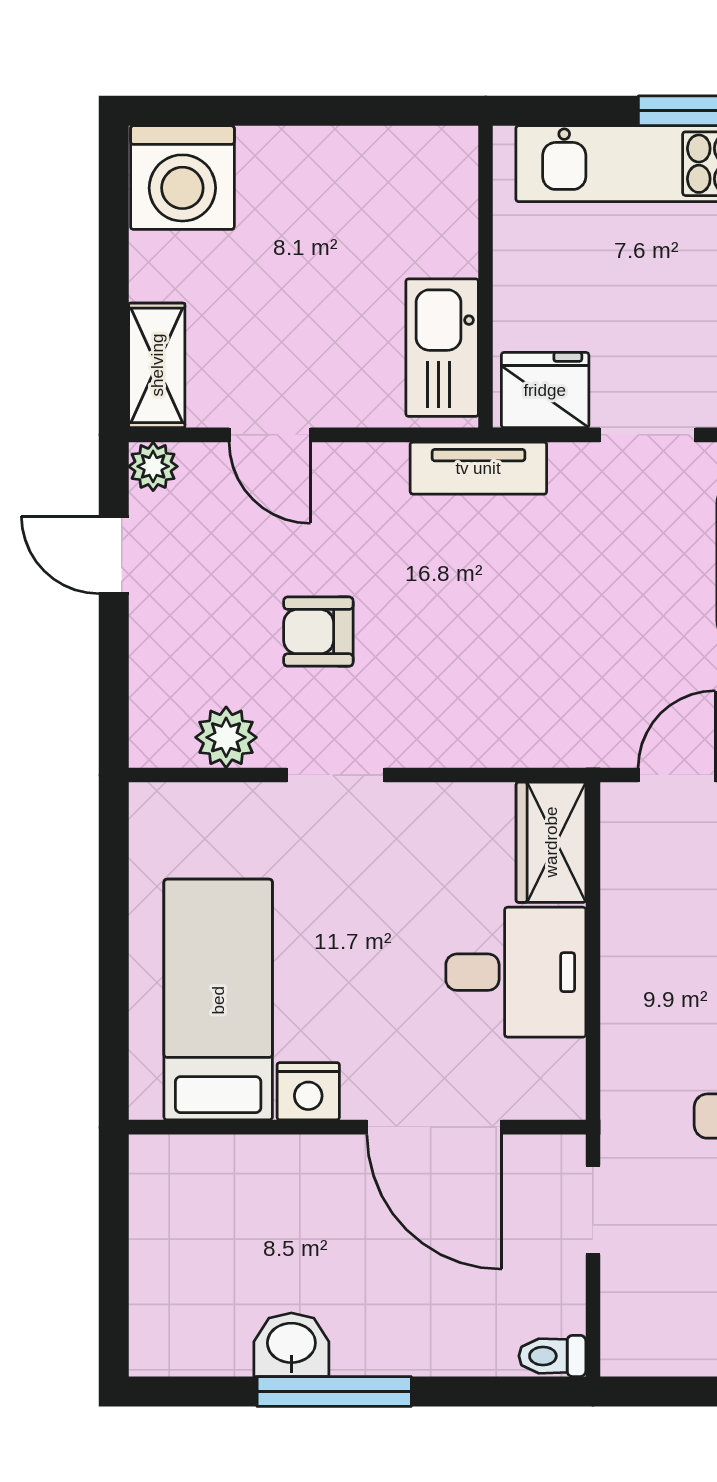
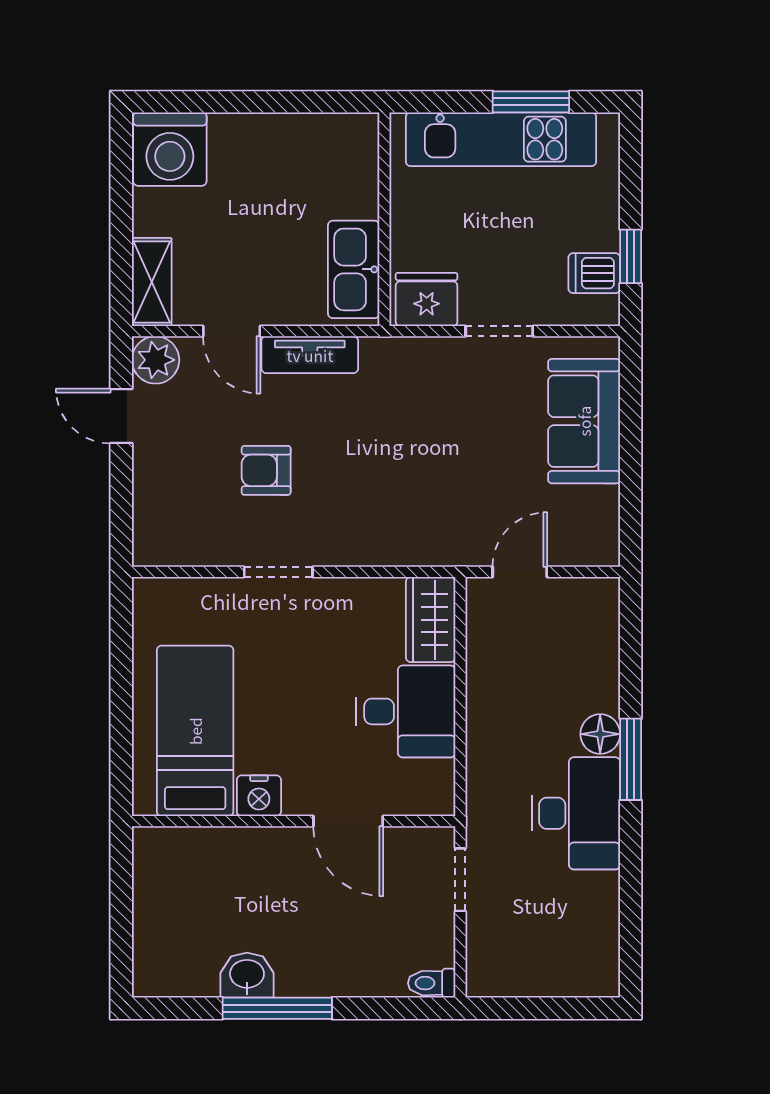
plant: (153, 466) -> (156, 360), width x1.38, depth x1.38
tv unit: (478, 468) -> (310, 355), moved
plant: (226, 737) -> (201, 545), removed
door: (434, 1127) -> (348, 821), width x0.73

